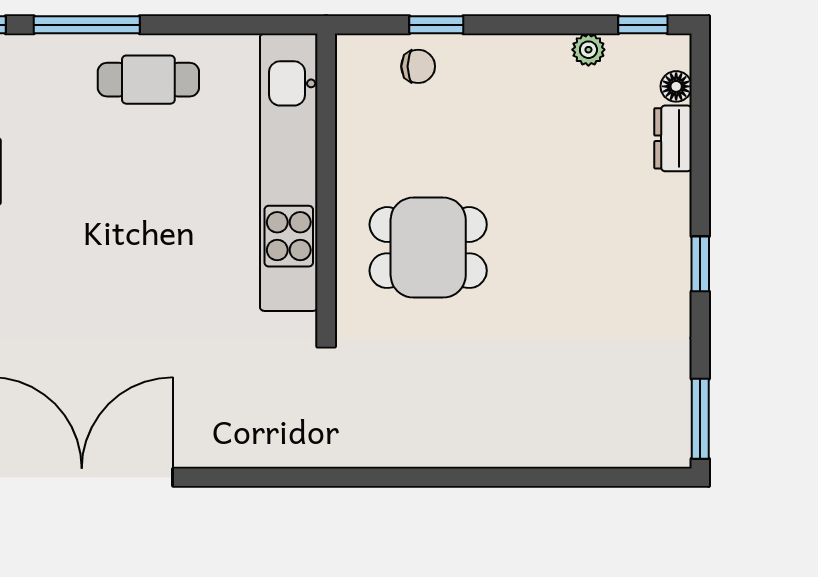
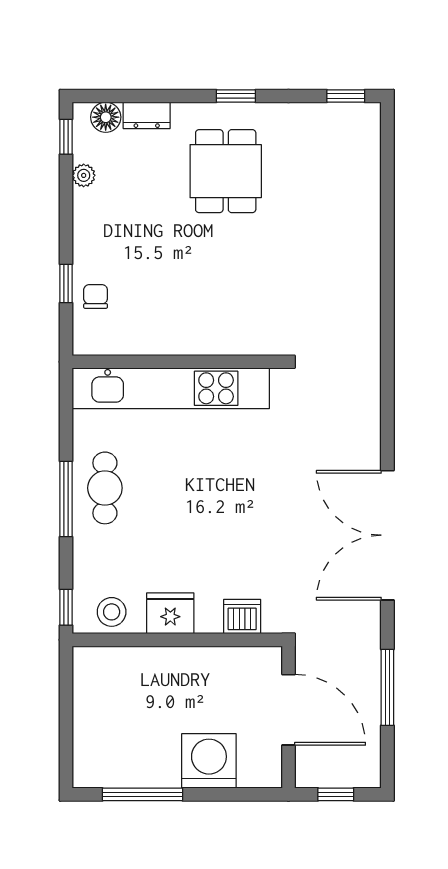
window: (87, 25) -> (66, 499), moved
floor lamp: (676, 86) -> (106, 117), width x1.37, depth x1.37
dining table: (428, 248) -> (226, 171), moved
window: (700, 419) -> (346, 96), width x0.67

